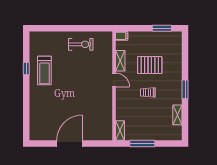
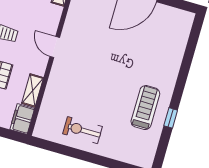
filing cabinet: (122, 36) -> (22, 119), width x2.00
door: (114, 80) -> (55, 47), moved

